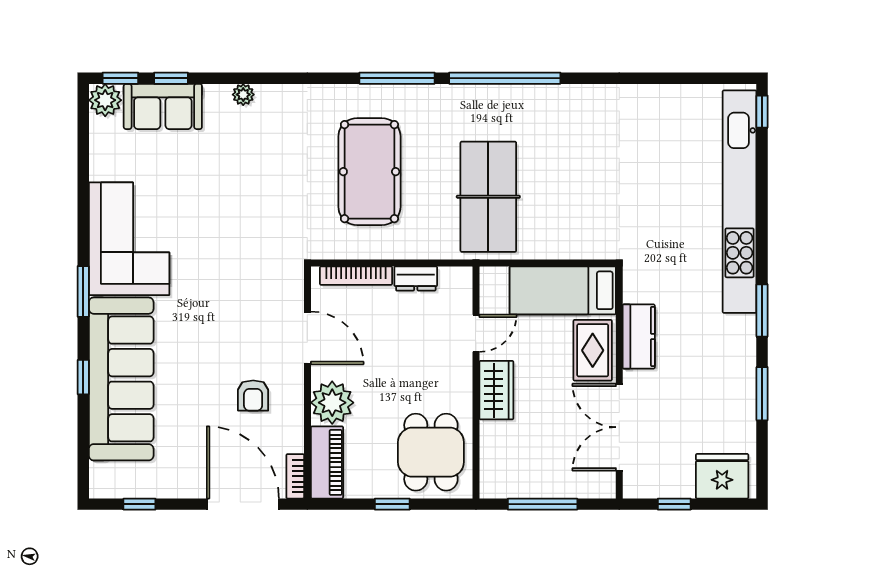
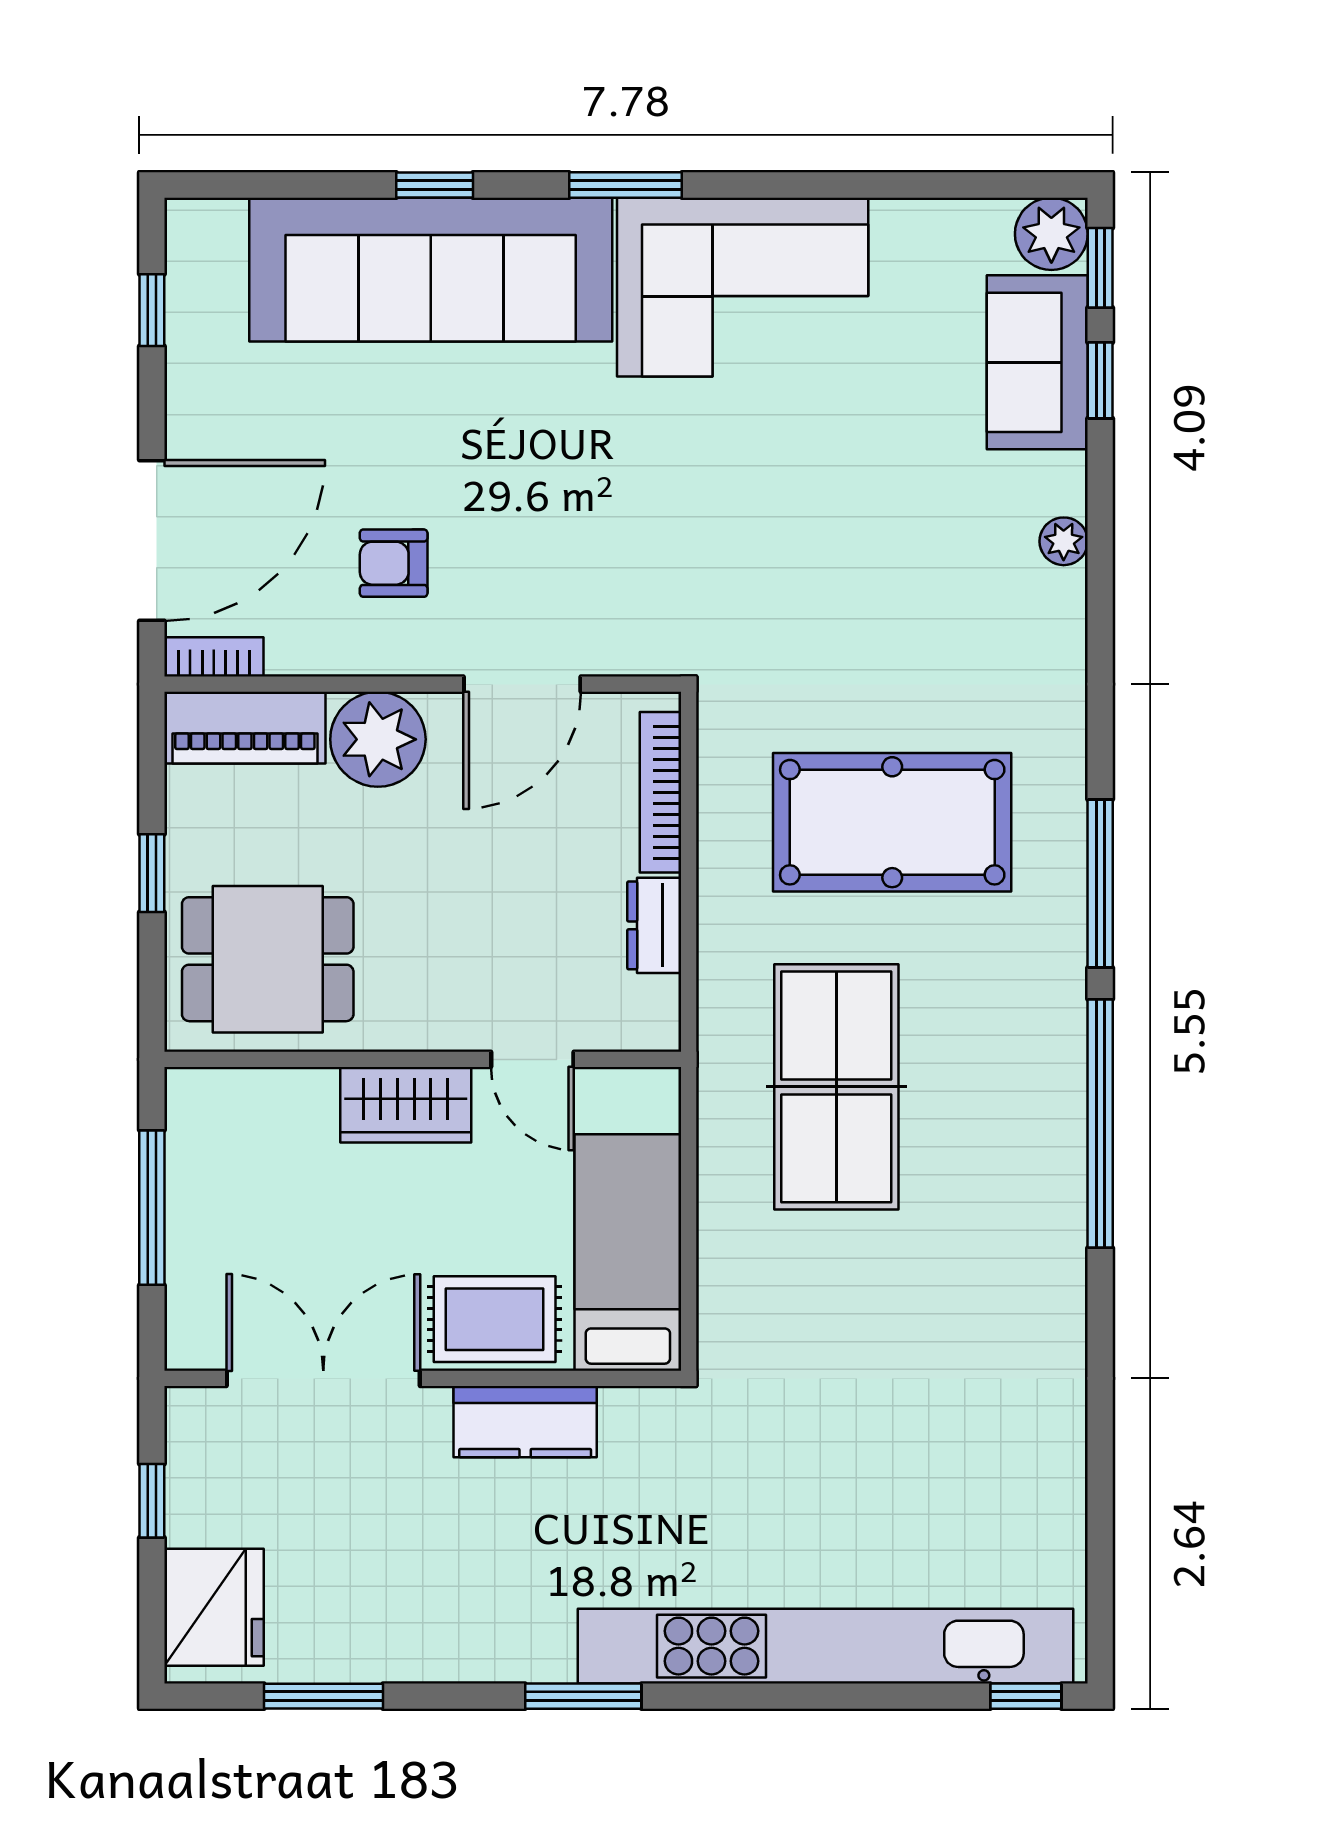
table tennis table: (488, 197) -> (836, 1087), turned 90
window: (762, 394) -> (323, 1696), moved

